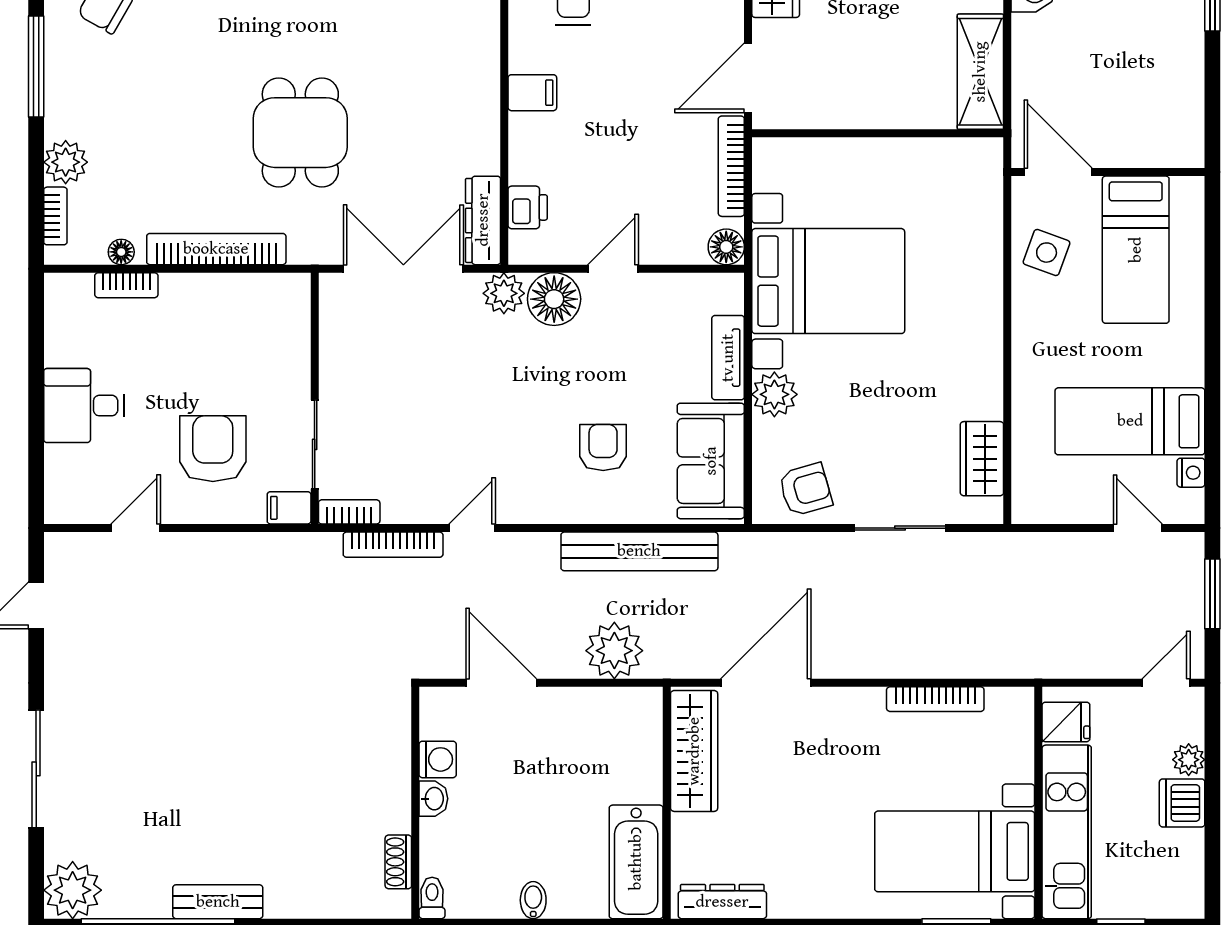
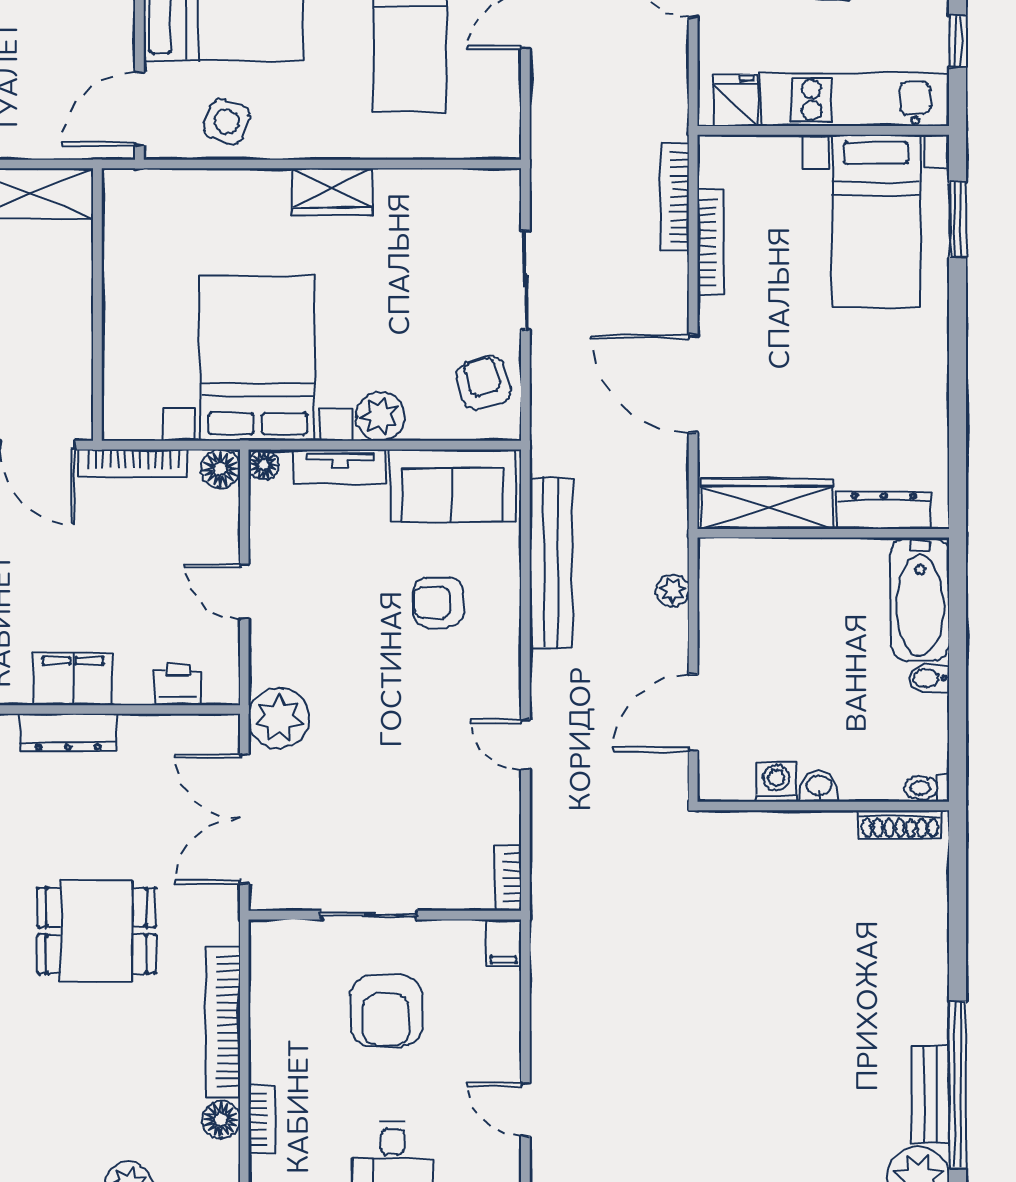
filing cabinet: (532, 93) -> (73, 679), width x2.00
dresser: (483, 220) -> (68, 733), moved
floor lamp: (121, 252) -> (221, 1120), width x1.37, depth x1.37
plant: (504, 293) -> (279, 718), width x1.36, depth x1.36
floor lamp: (554, 299) -> (264, 465), moved, width x0.53, depth x0.53
sliding door: (315, 444) -> (368, 915), moved
armchair: (213, 449) -> (386, 1011), moved, turned -90
wardrobe: (982, 459) -> (332, 192), moved
bookcase: (393, 545) -> (675, 197), moved, turned 180
plant: (614, 651) -> (673, 590), width x0.53, depth x0.53
door: (766, 683) -> (693, 384), moved
shoe rack: (398, 862) -> (900, 824), width x1.43
bathtub: (636, 862) -> (920, 599), moved, turned 90
bench: (218, 902) -> (931, 1094), moved
dresser: (722, 902) -> (884, 510), moved, turned 90

